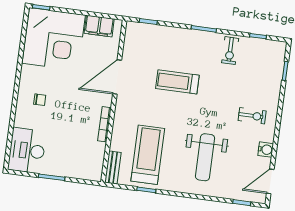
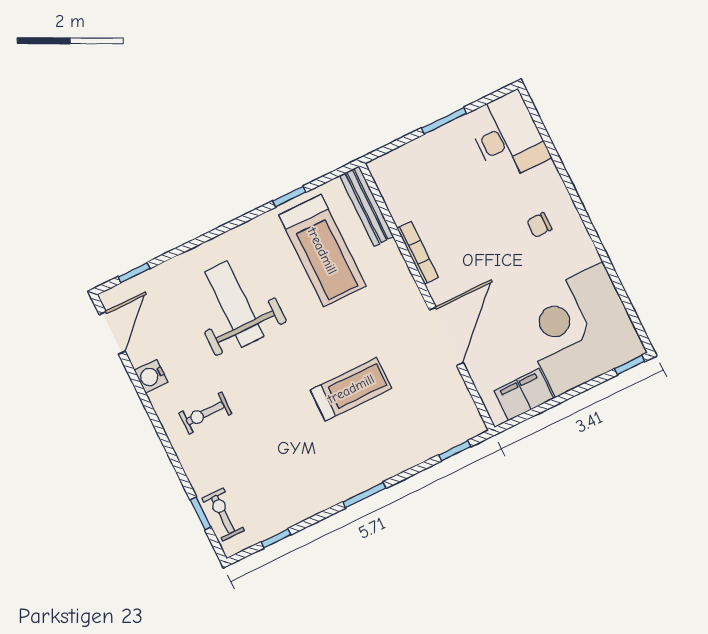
exercise bike: (230, 51) -> (223, 514), moved
bench: (113, 167) -> (367, 206), width x1.36

